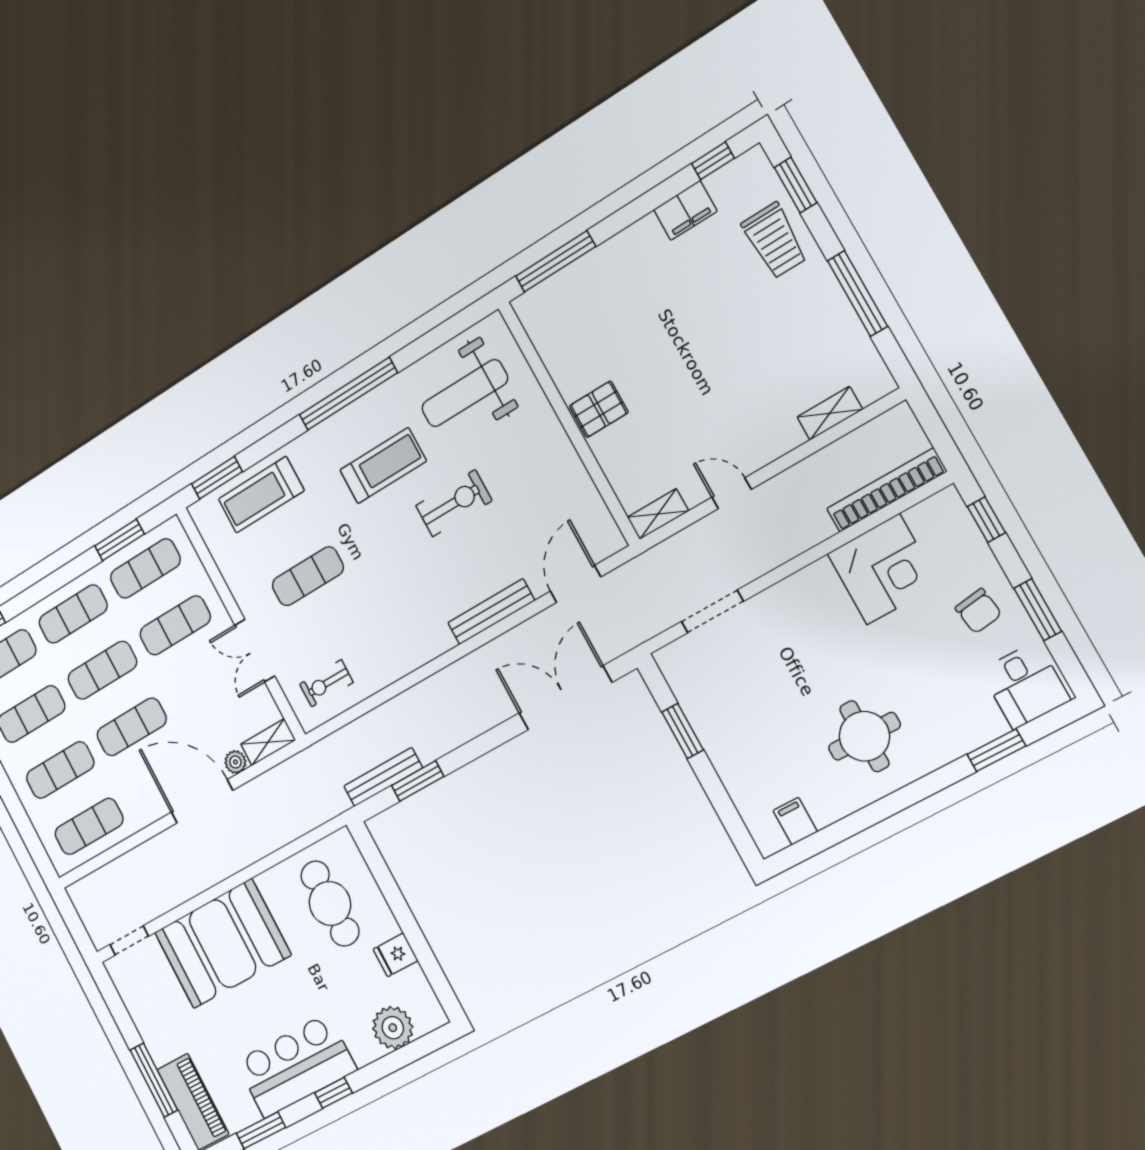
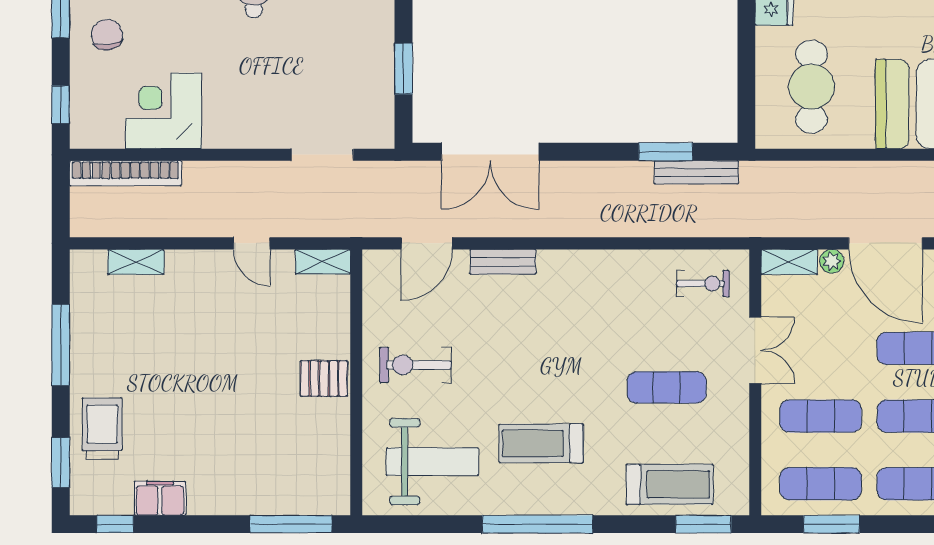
exercise bike: (454, 503) -> (415, 365), moved
bench: (491, 612) -> (503, 262), width x0.73

